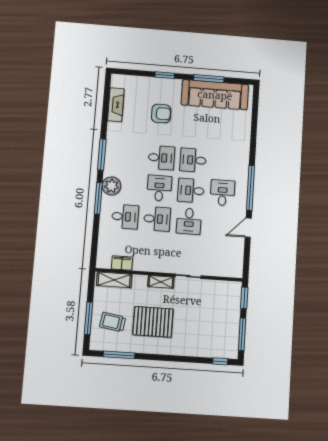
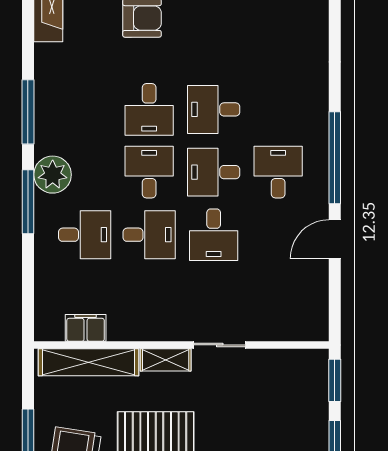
desk: (161, 158) -> (149, 109), turned 90
shelving: (114, 280) -> (88, 362), width x1.47

